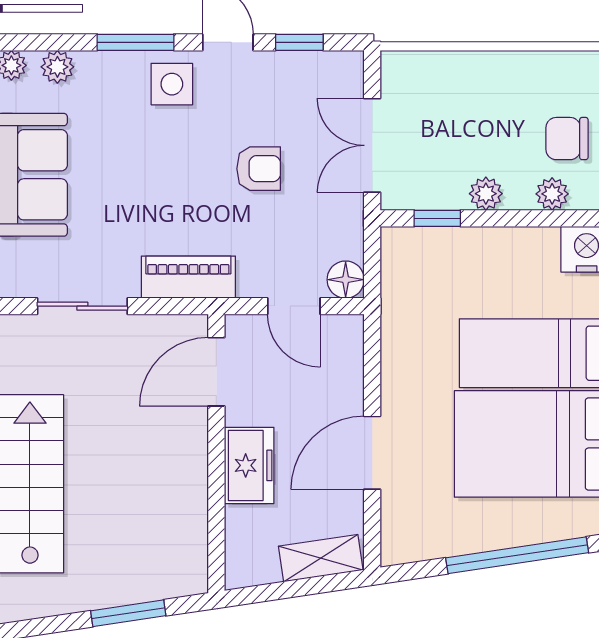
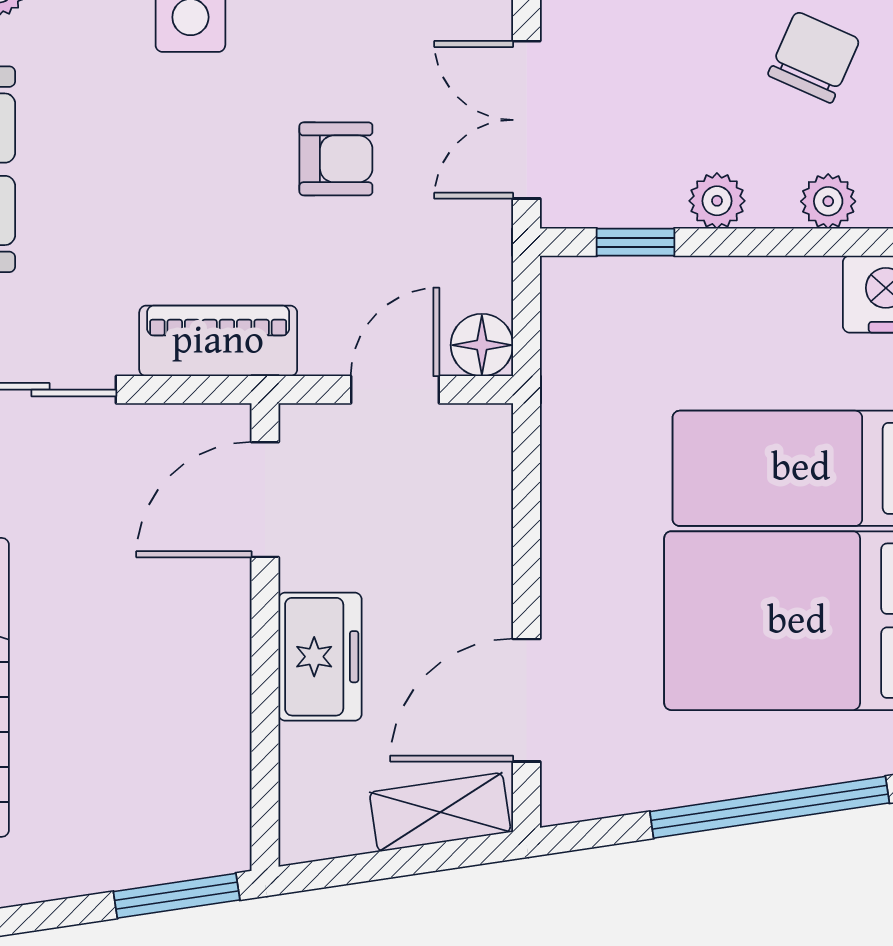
chair: (567, 139) -> (814, 57), moved, turned 114
door: (294, 306) -> (395, 390), swing flipped
door: (372, 453) -> (526, 700), moved
window: (128, 613) -> (177, 896), moved

